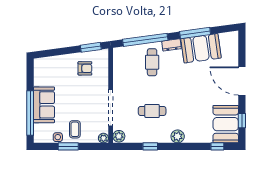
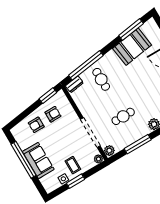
window: (195, 33) -> (131, 30), moved
dresser: (172, 45) -> (74, 84), moved
armchair: (63, 69) -> (36, 125), added
window: (30, 113) -> (24, 160), moved
window: (150, 146) -> (138, 144), width x2.17

